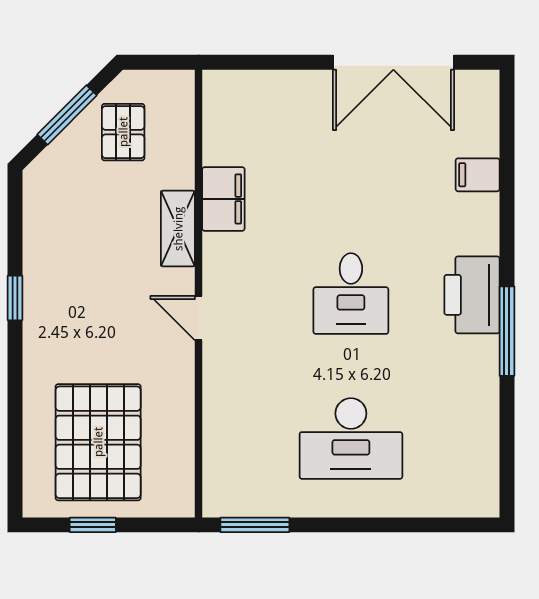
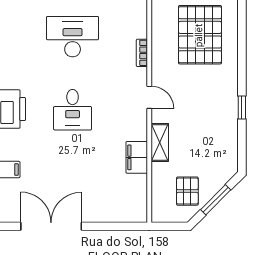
desk: (351, 294) -> (73, 110), turned 180
bookcase: (213, 406) -> (142, 53), added

